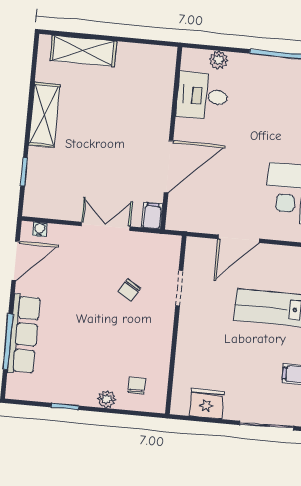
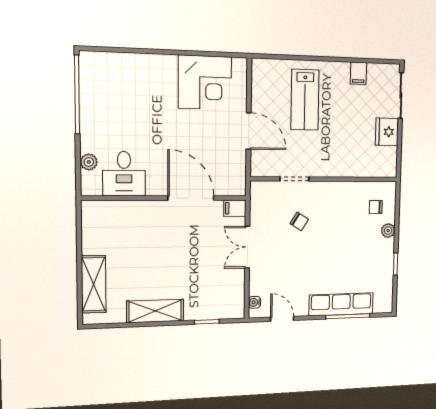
door: (16, 261) -> (282, 319), width x0.73
fridge: (206, 404) -> (387, 132), moved

